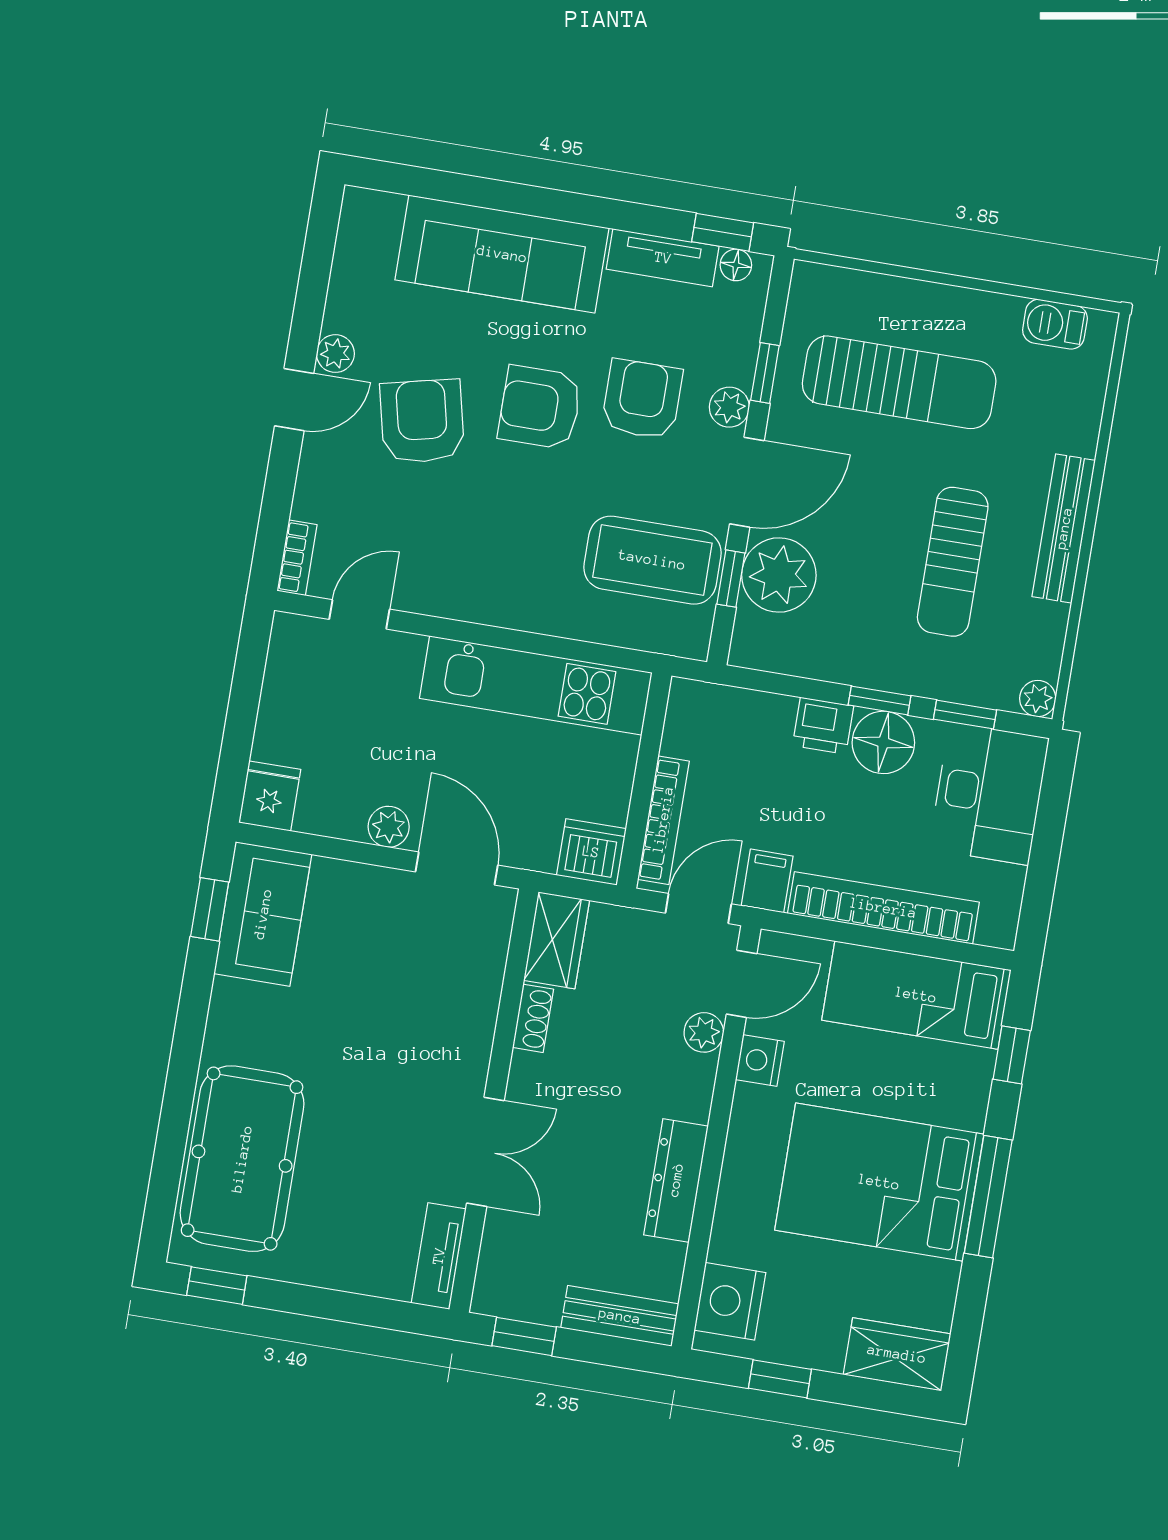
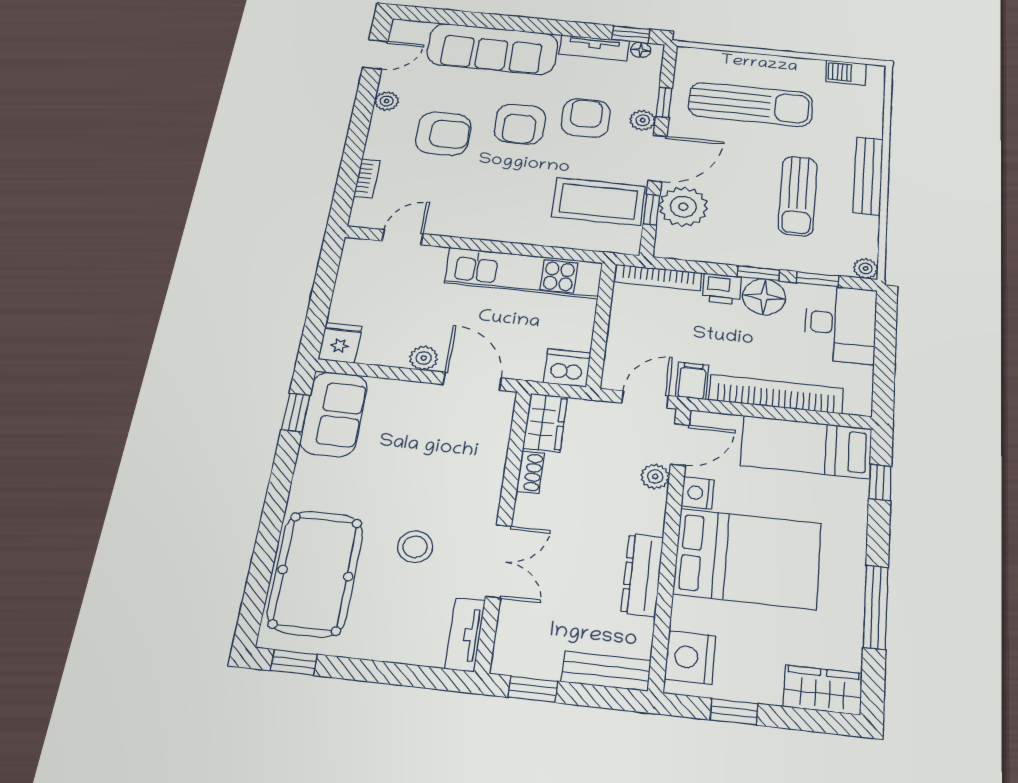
door: (294, 400) -> (375, 54), moved
armchair: (540, 407) -> (520, 124), turned -90
armchair: (422, 421) -> (443, 134), turned 103
bookcase: (297, 558) -> (367, 178), moved
bookcase: (663, 820) -> (658, 278), moved, turned 90
stool: (375, 1125) -> (415, 547), added
bed: (879, 1182) -> (748, 558), moved, turned 180
window: (988, 1197) -> (876, 607), moved

